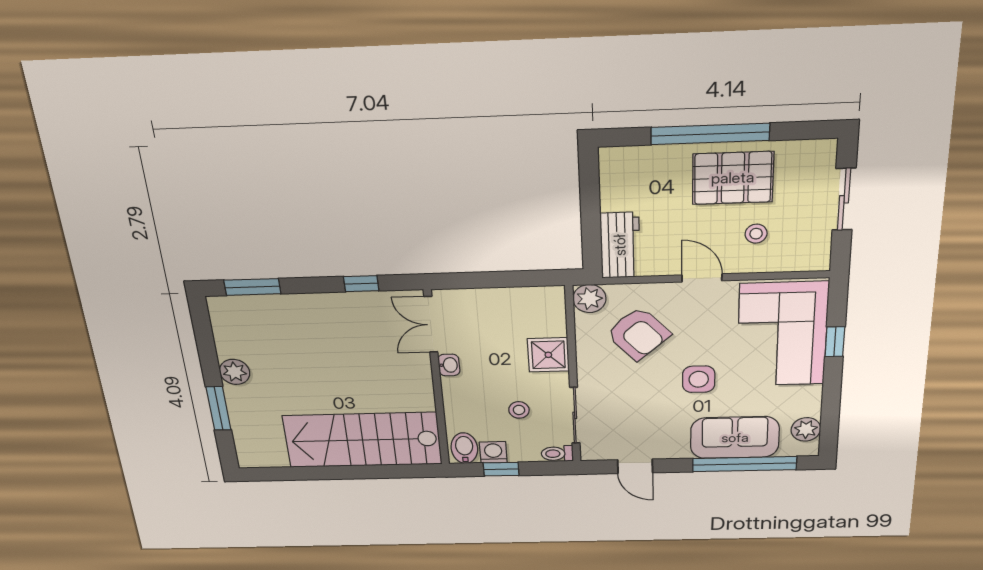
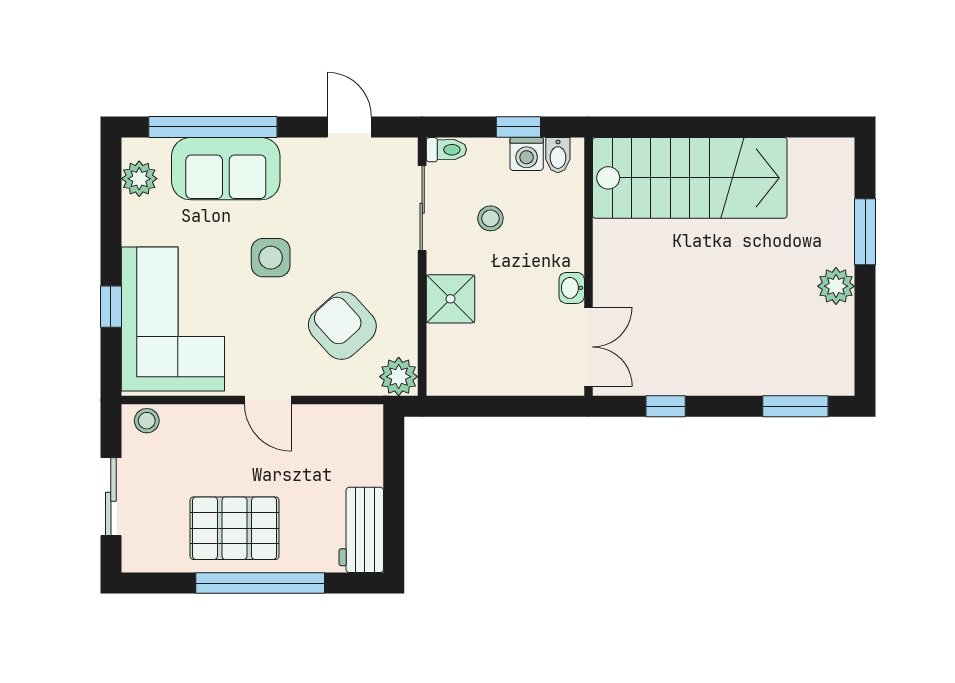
stool: (756, 234) -> (147, 421), moved
workbench: (620, 245) -> (361, 530), moved
bidet: (464, 448) -> (558, 155), width x0.72, depth x0.74

